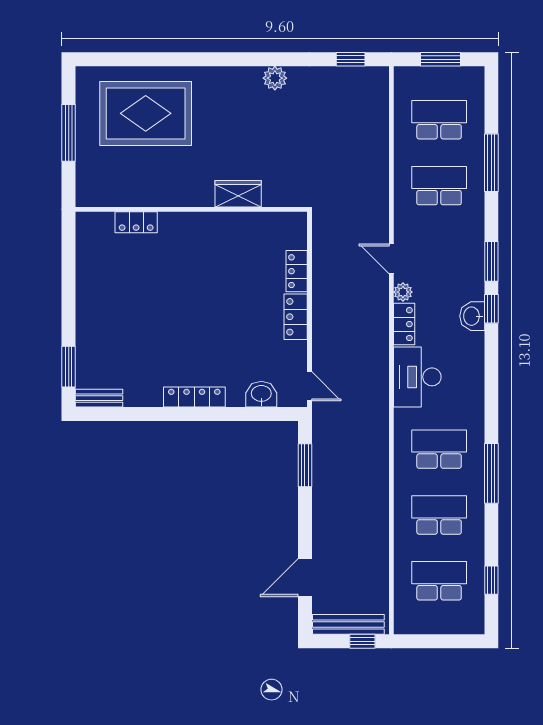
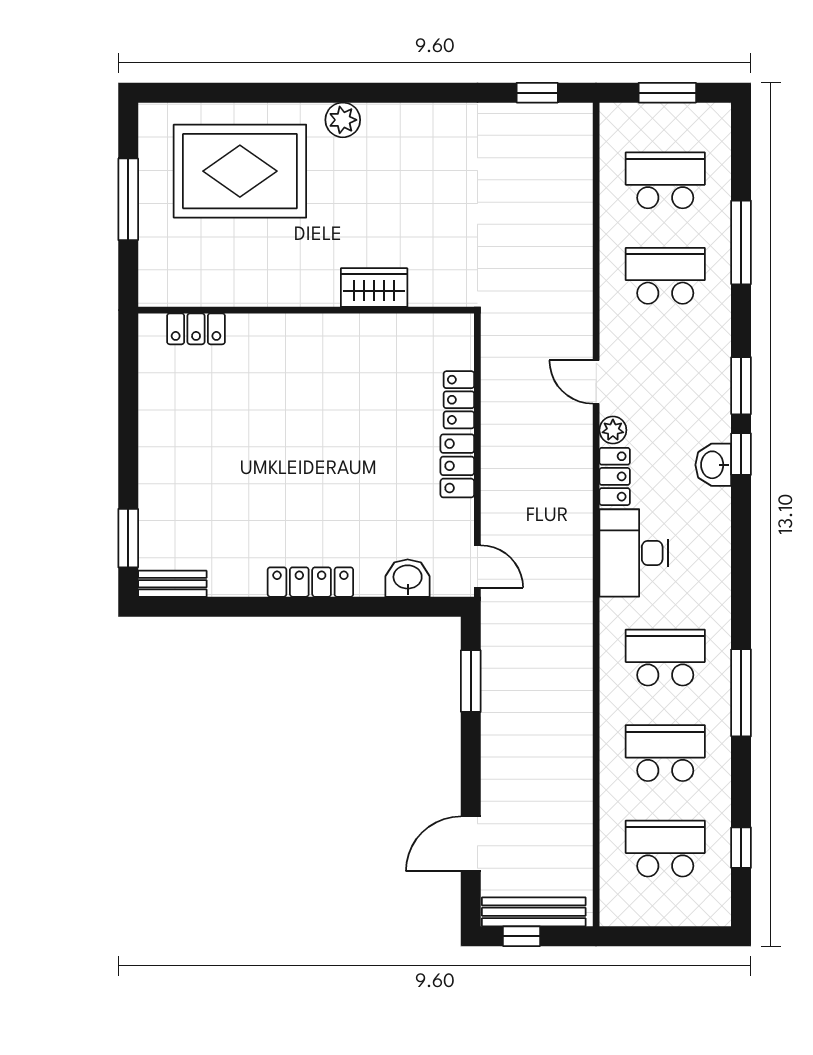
plant: (275, 78) -> (343, 120), moved
locker: (136, 222) -> (196, 329), moved
window: (362, 641) -> (521, 936), moved

